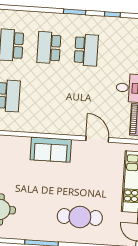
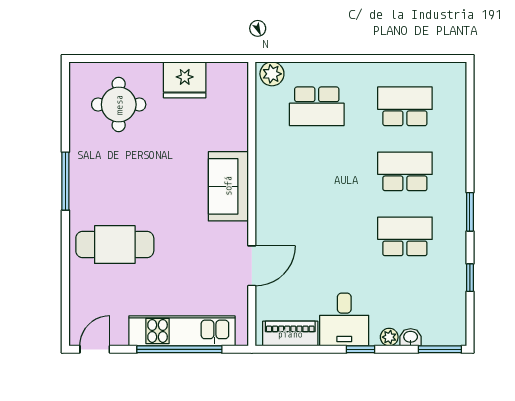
school desk: (86, 50) -> (405, 236), turned 180
cafe table: (80, 217) -> (115, 245), turned 90

